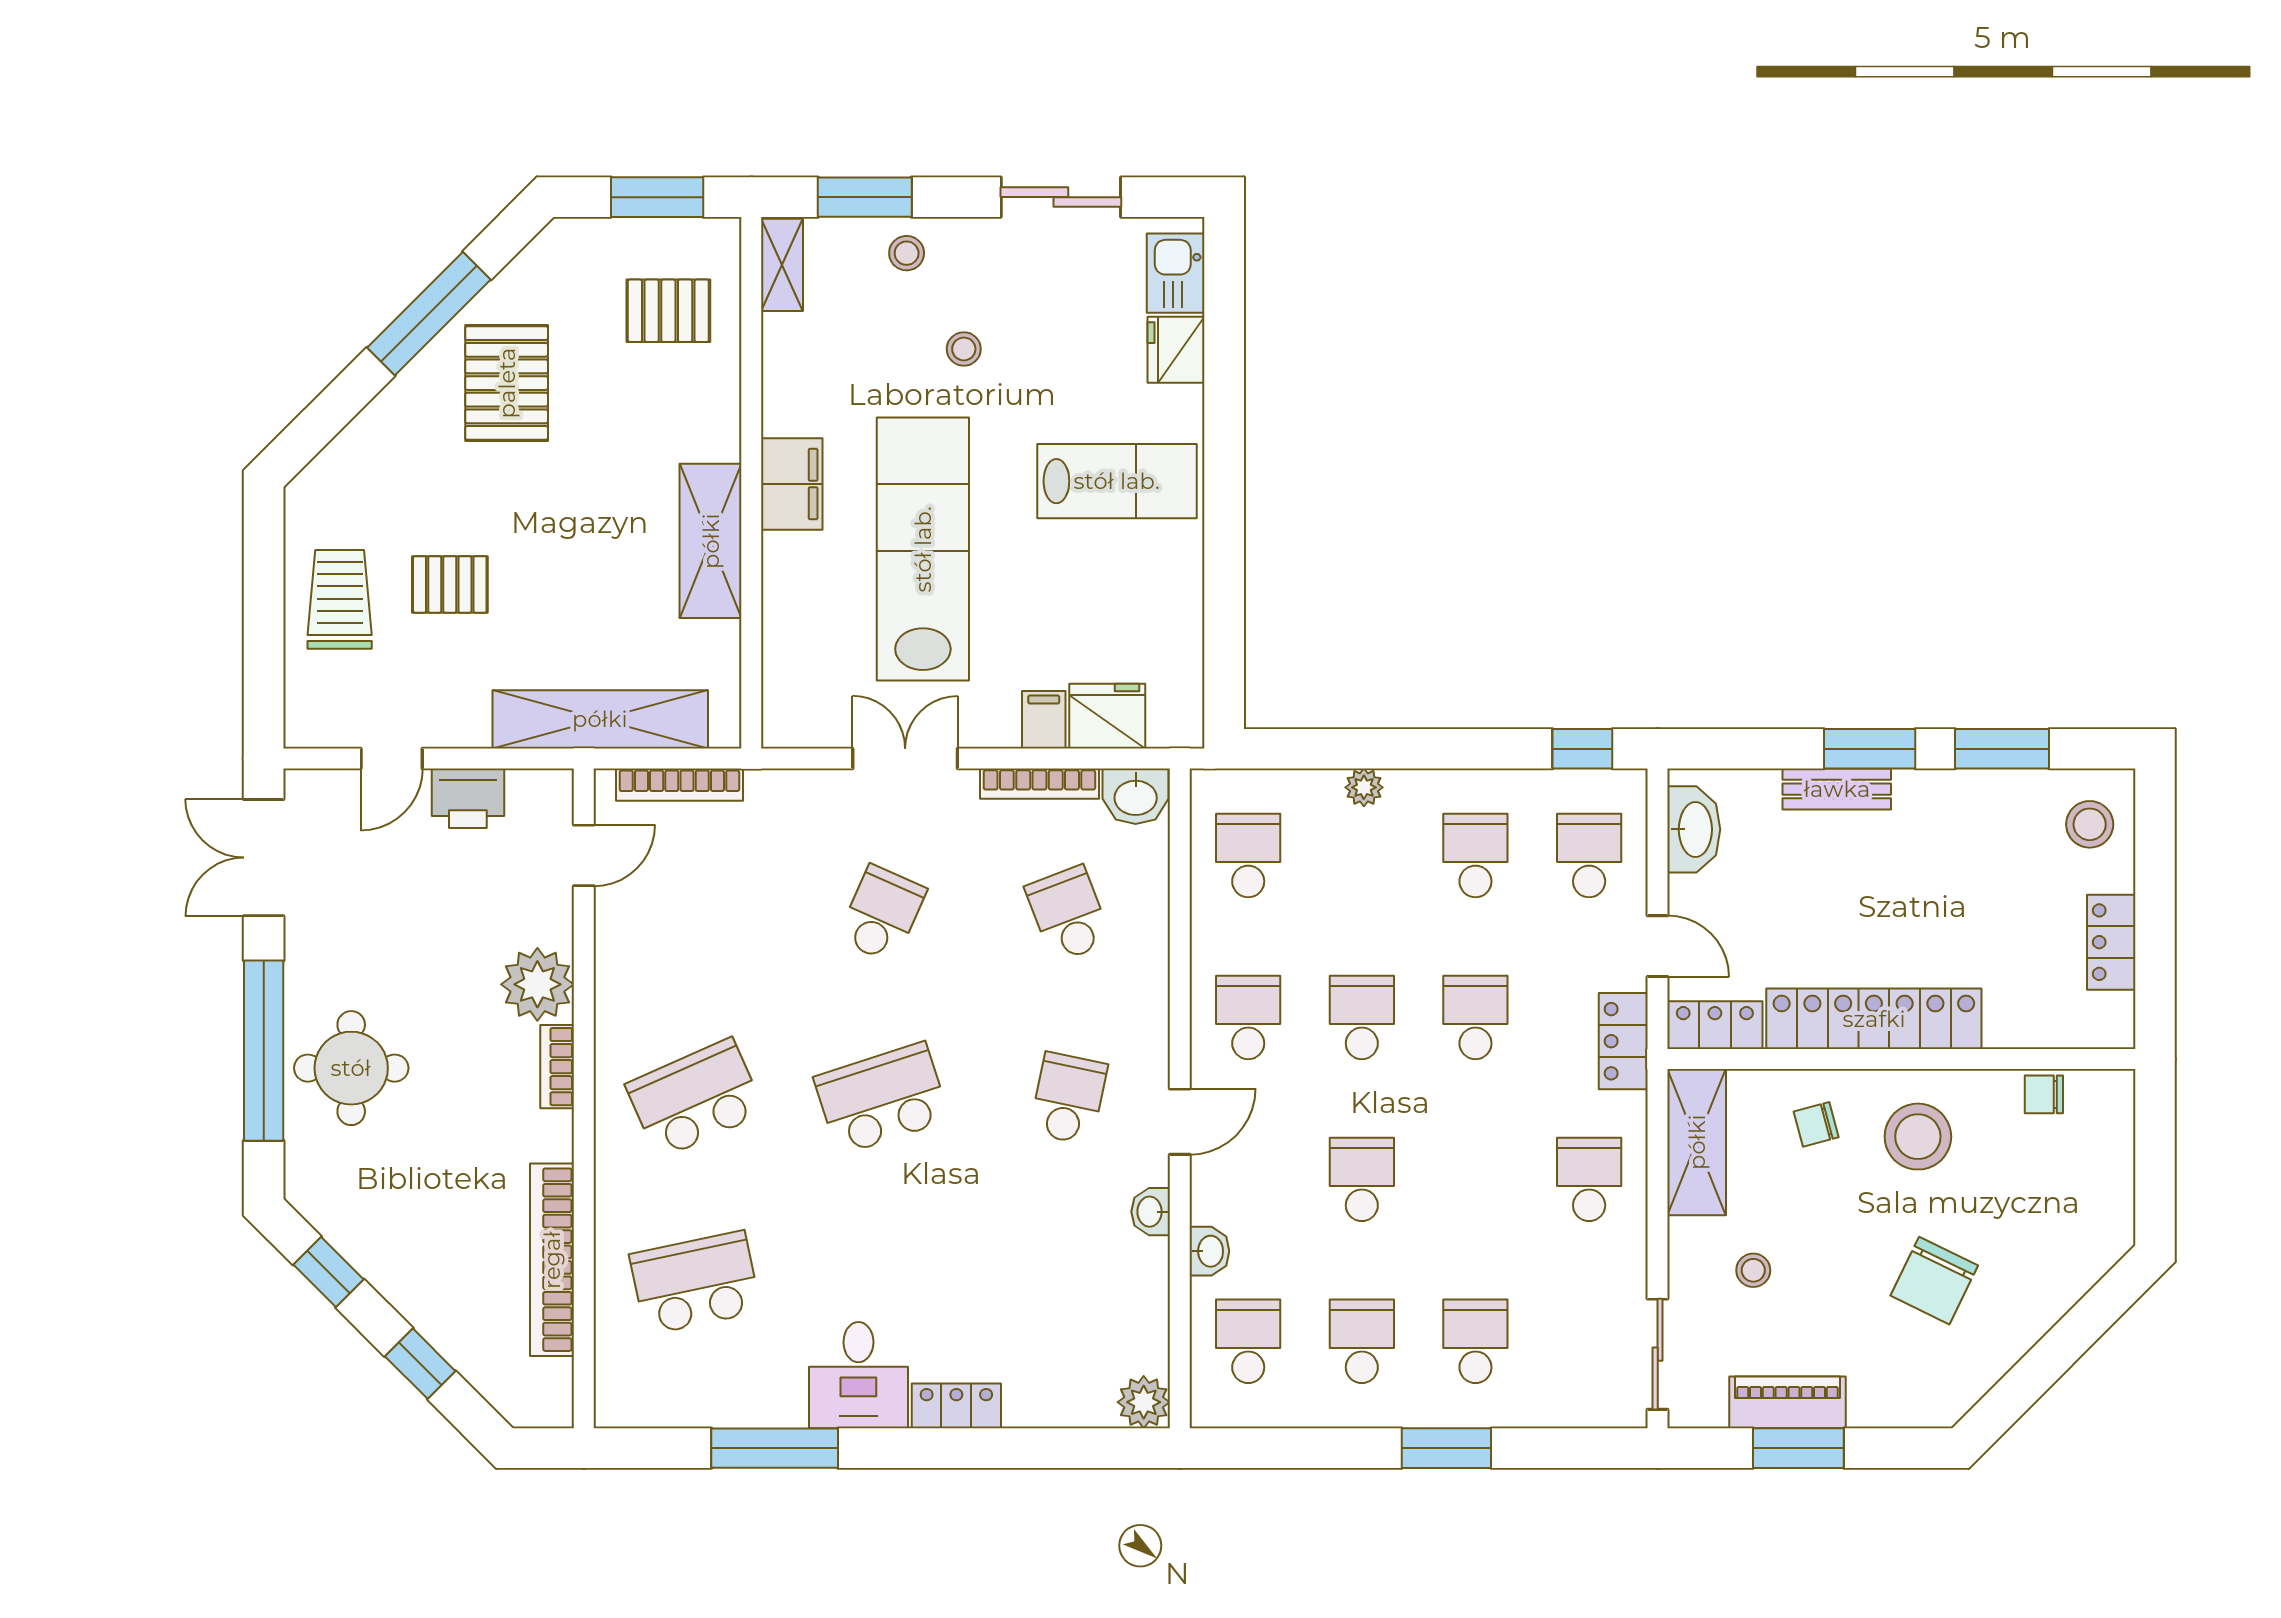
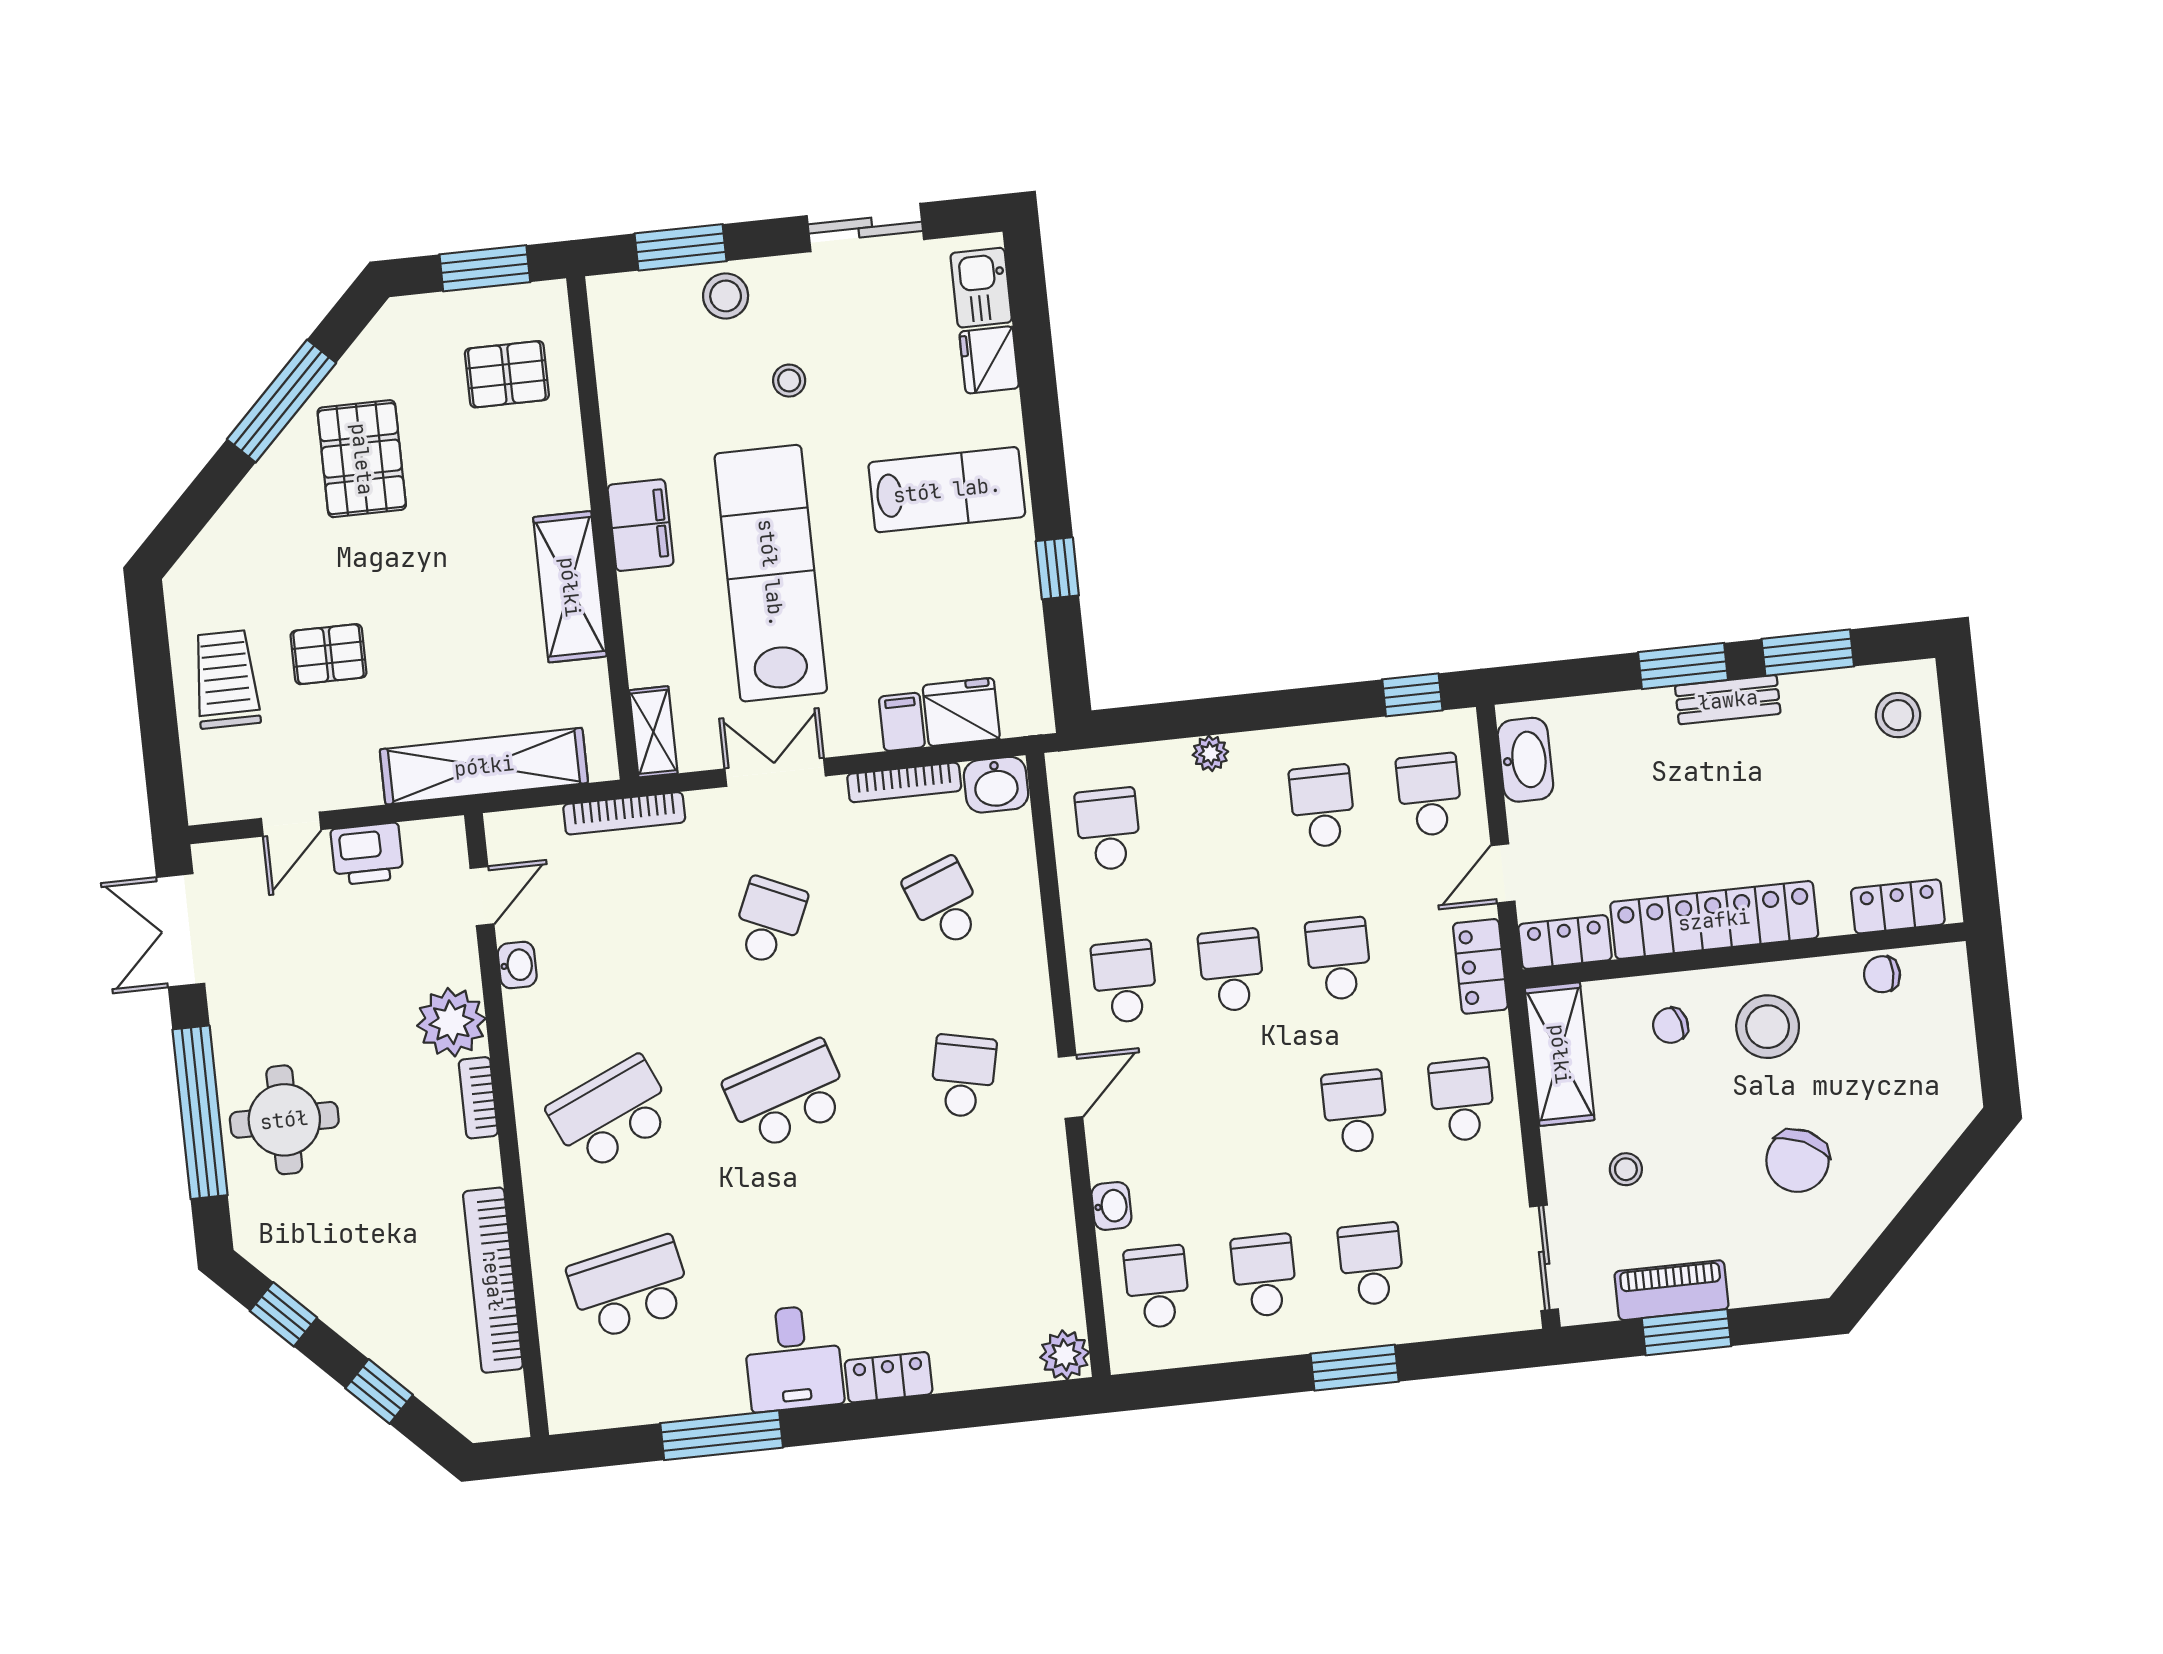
stool: (907, 253) -> (726, 296), width x1.37, depth x1.37
shelving: (782, 265) -> (653, 732), moved
window: (1224, 576) -> (1057, 568), added
bookcase: (679, 785) -> (624, 813), moved
bench: (1837, 789) -> (1728, 700), moved
locker: (2111, 942) -> (1898, 906), moved, turned 90
door: (1658, 946) -> (1503, 873), swing flipped
school desk: (1362, 1179) -> (1355, 1112), moved
washbasin: (1151, 1212) -> (517, 965), moved, turned 180

